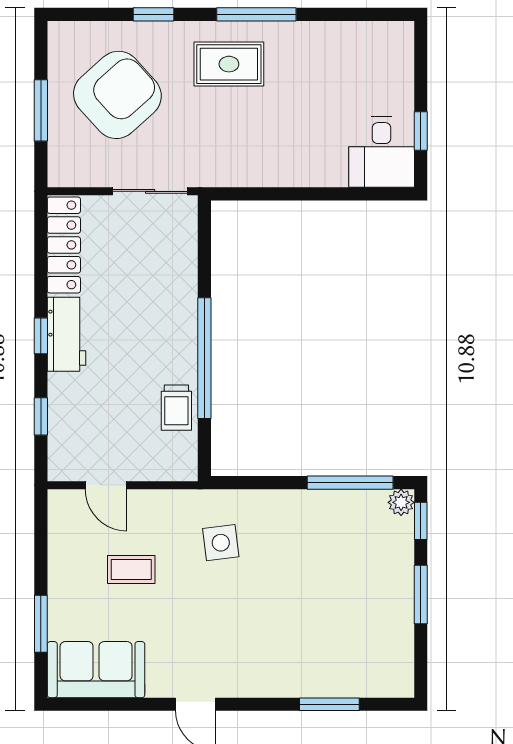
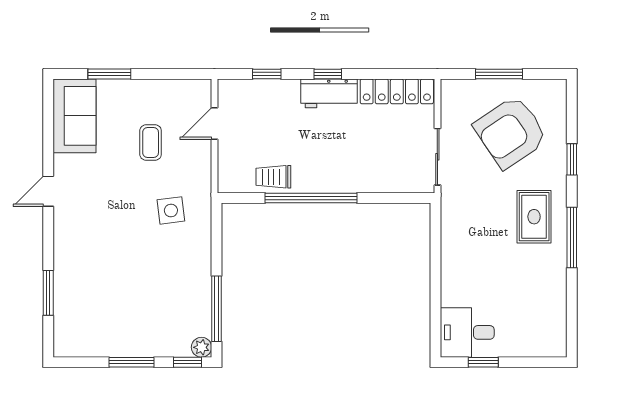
armchair: (117, 95) -> (511, 132), turned 98

